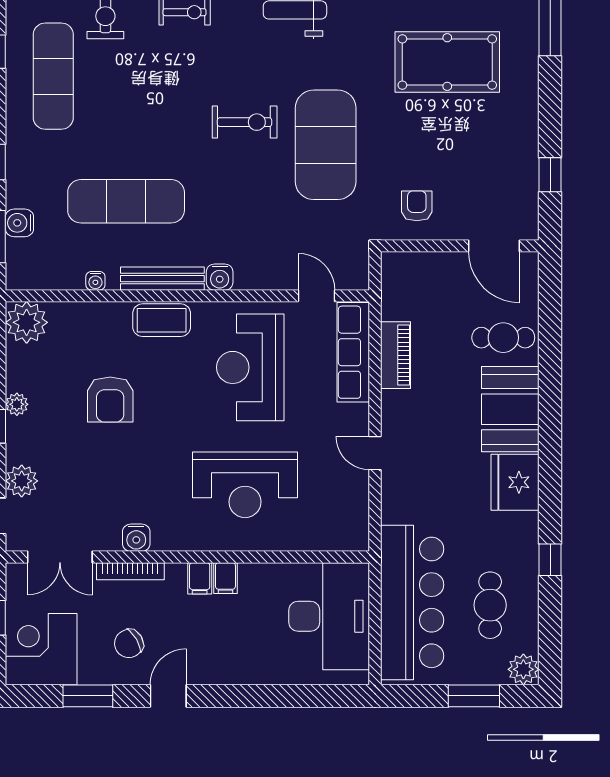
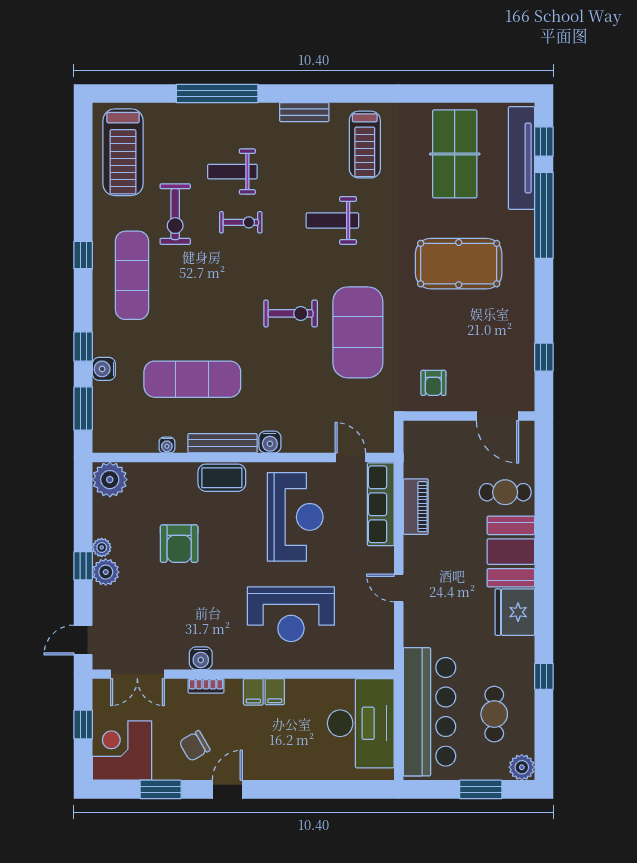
armchair: (417, 206) -> (433, 383), turned 180
water cooler: (19, 223) -> (104, 369), moved
reception desk: (250, 367) -> (295, 517), turned 180
plant: (22, 481) -> (106, 572), moved
bookcase: (130, 571) -> (206, 686), width x0.64

